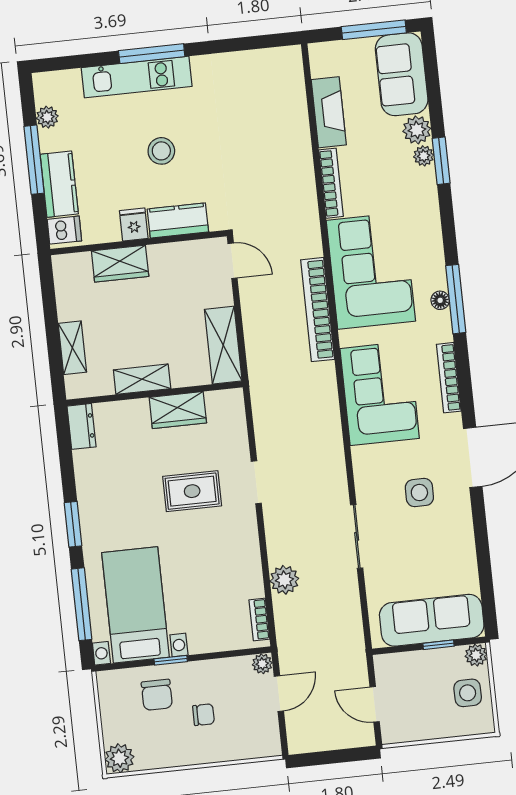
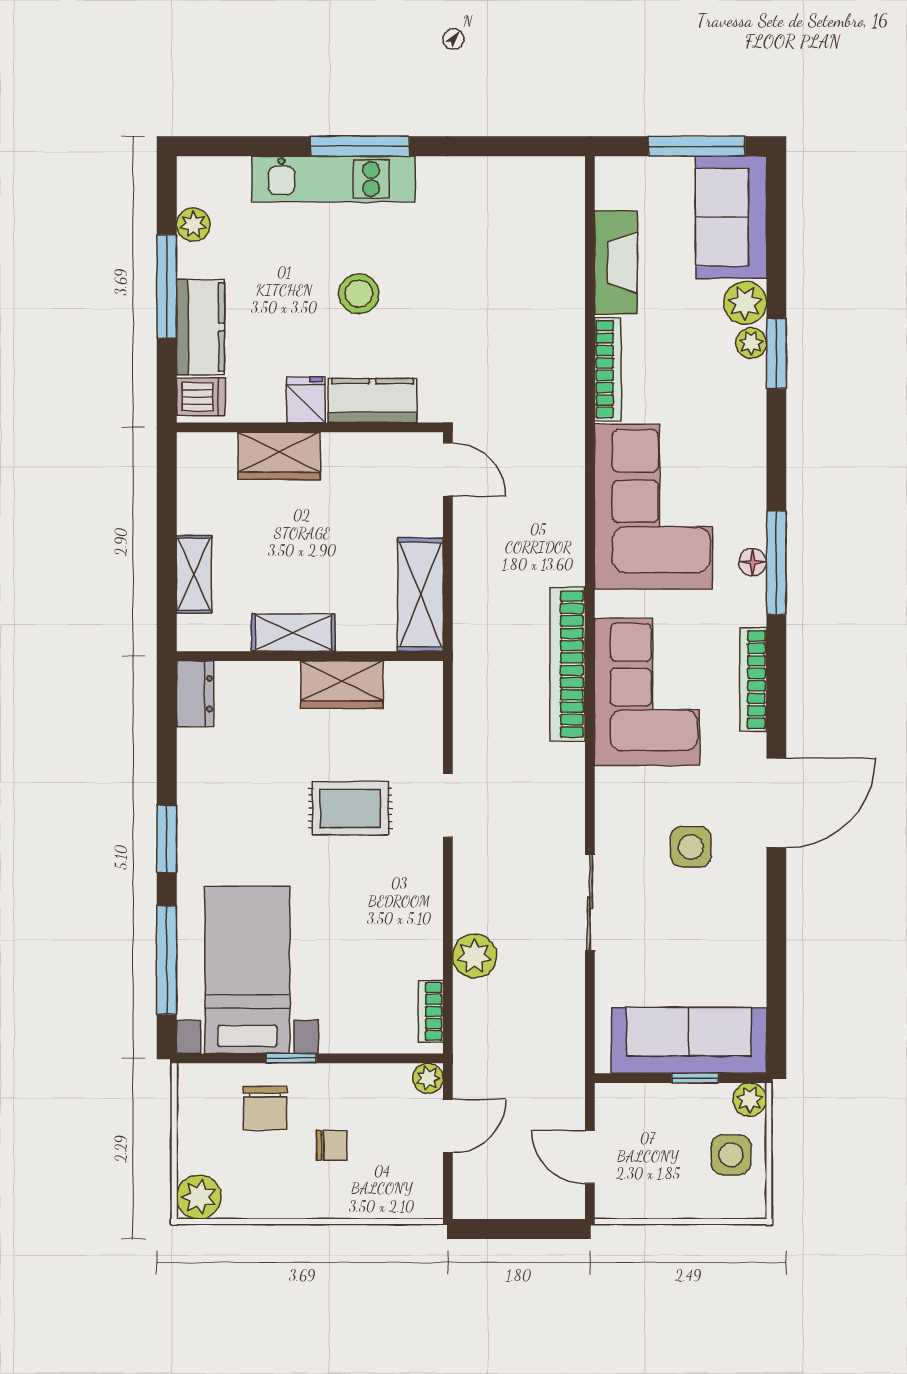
bookcase: (318, 310) -> (568, 664), moved

